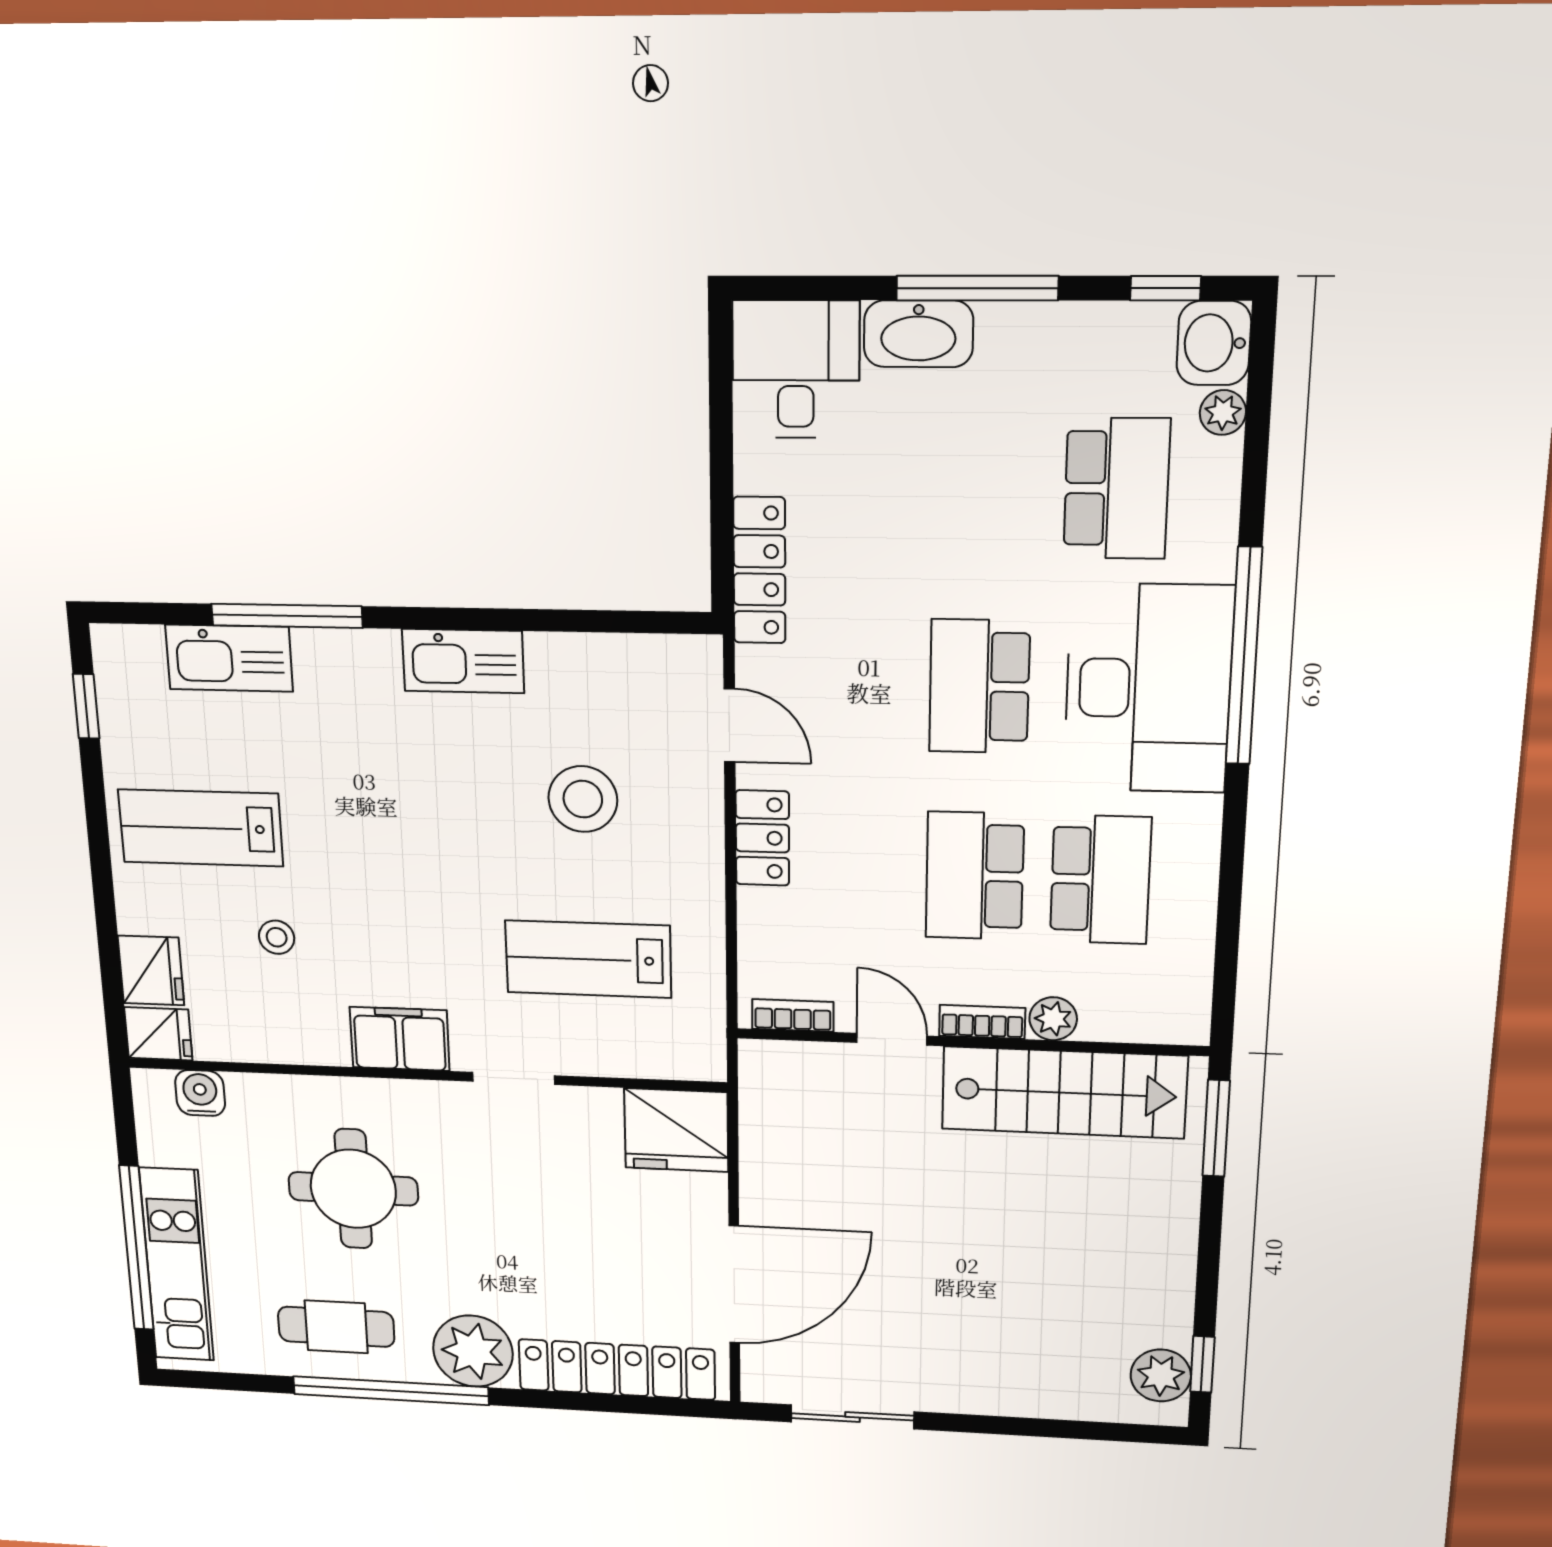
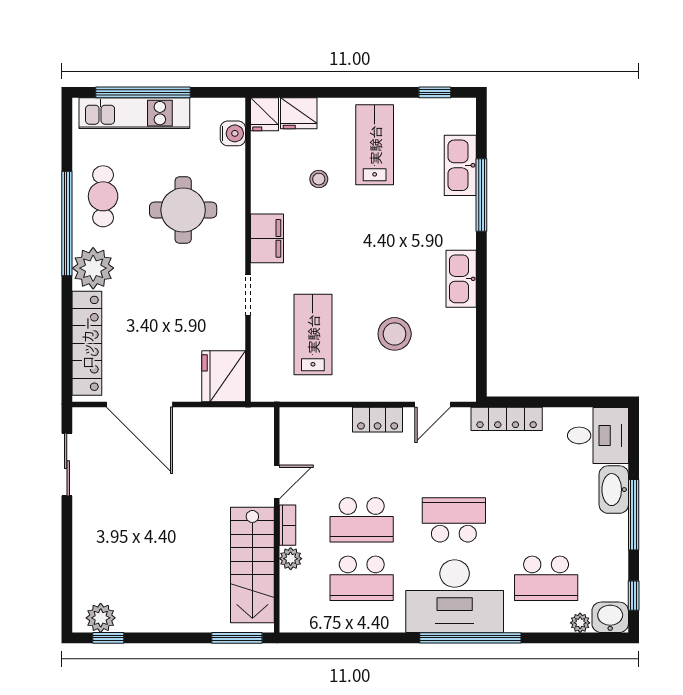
school desk: (975, 876) -> (362, 520), turned 180
bookcase: (793, 1015) -> (287, 434), removed

